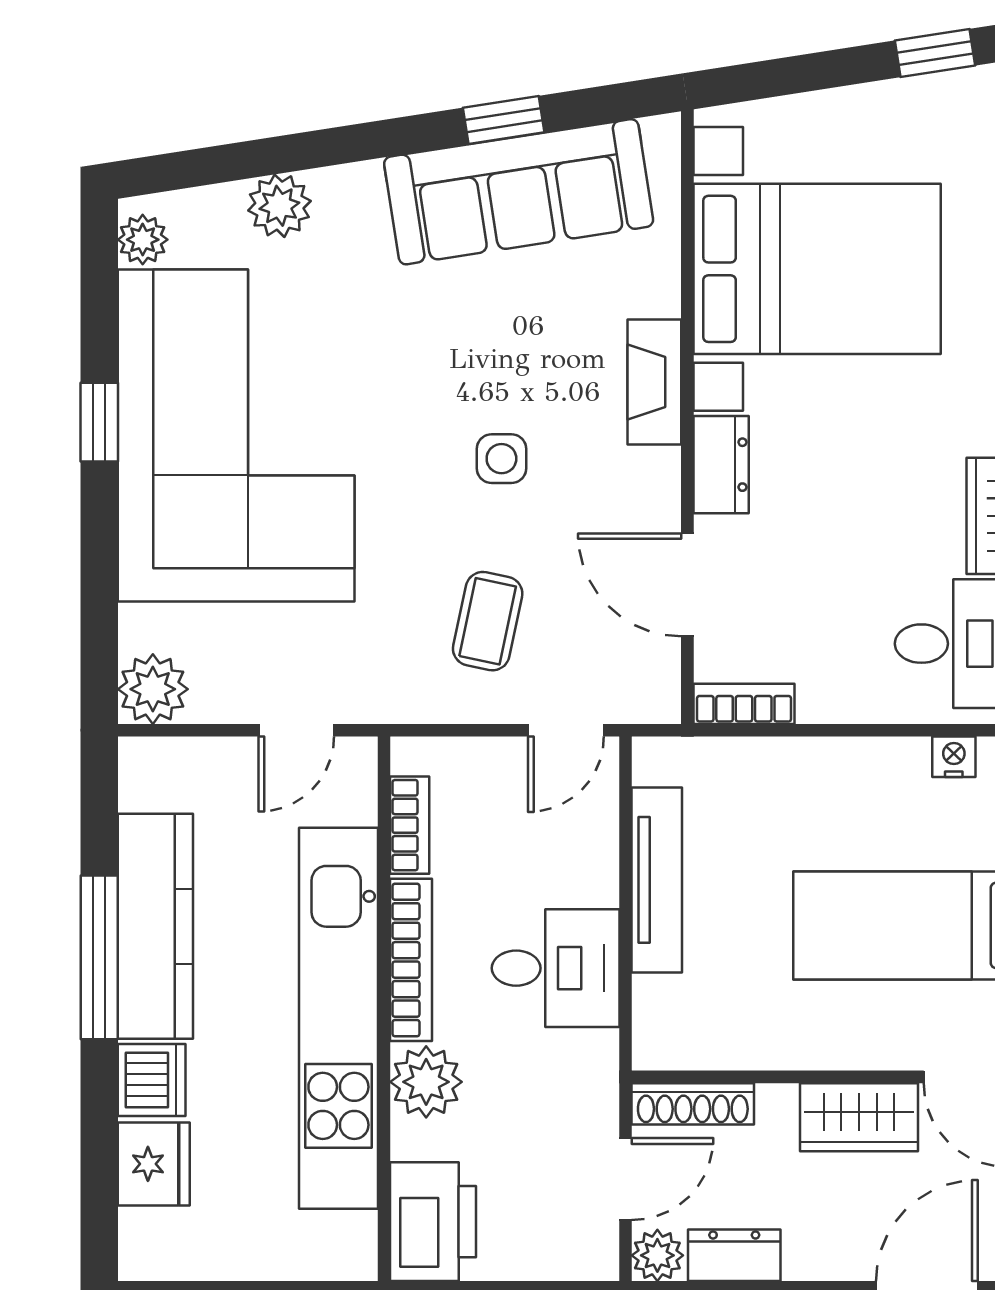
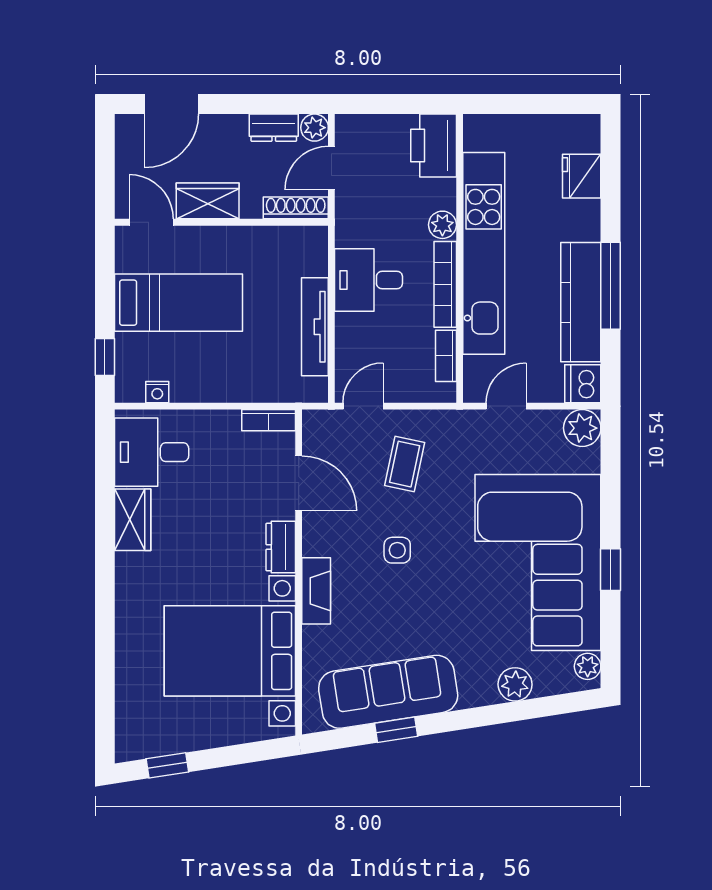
dishwasher: (152, 1080) -> (583, 384), moved
plant: (426, 1082) -> (442, 225), width x0.73, depth x0.73

